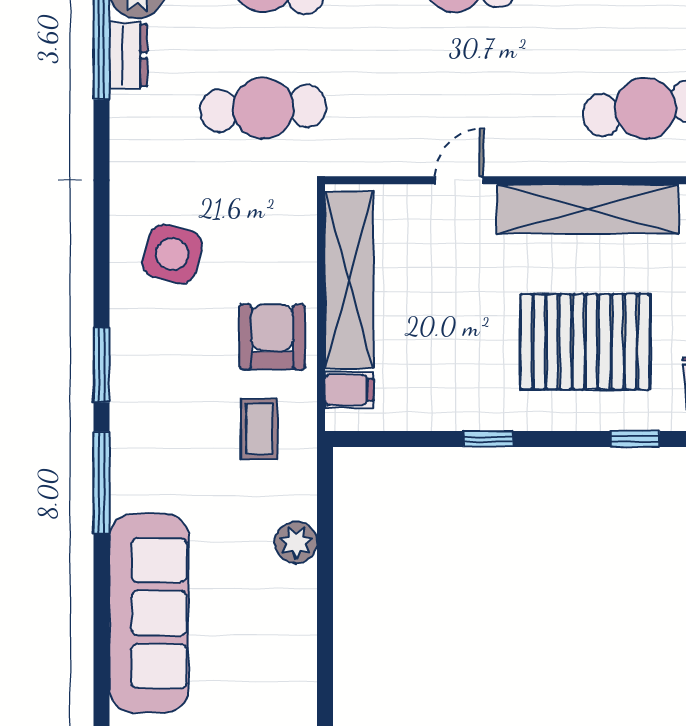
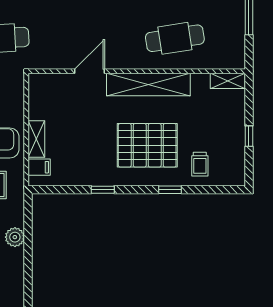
door: (459, 180) -> (90, 71), width x1.37
shelving: (349, 280) -> (36, 139), width x0.45, depth x0.75

